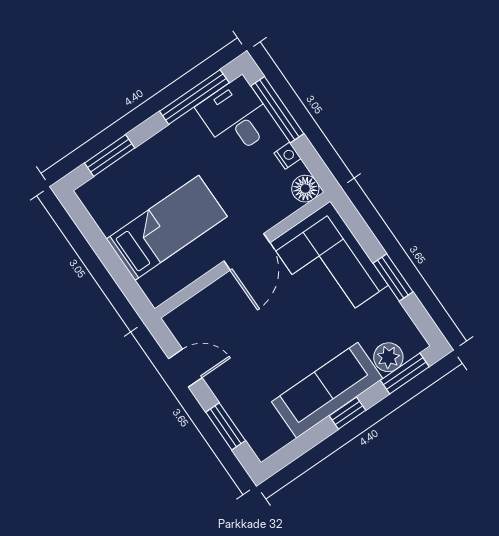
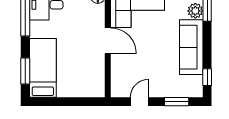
bed: (167, 228) -> (43, 68), moved
window: (347, 413) -> (207, 77), moved

